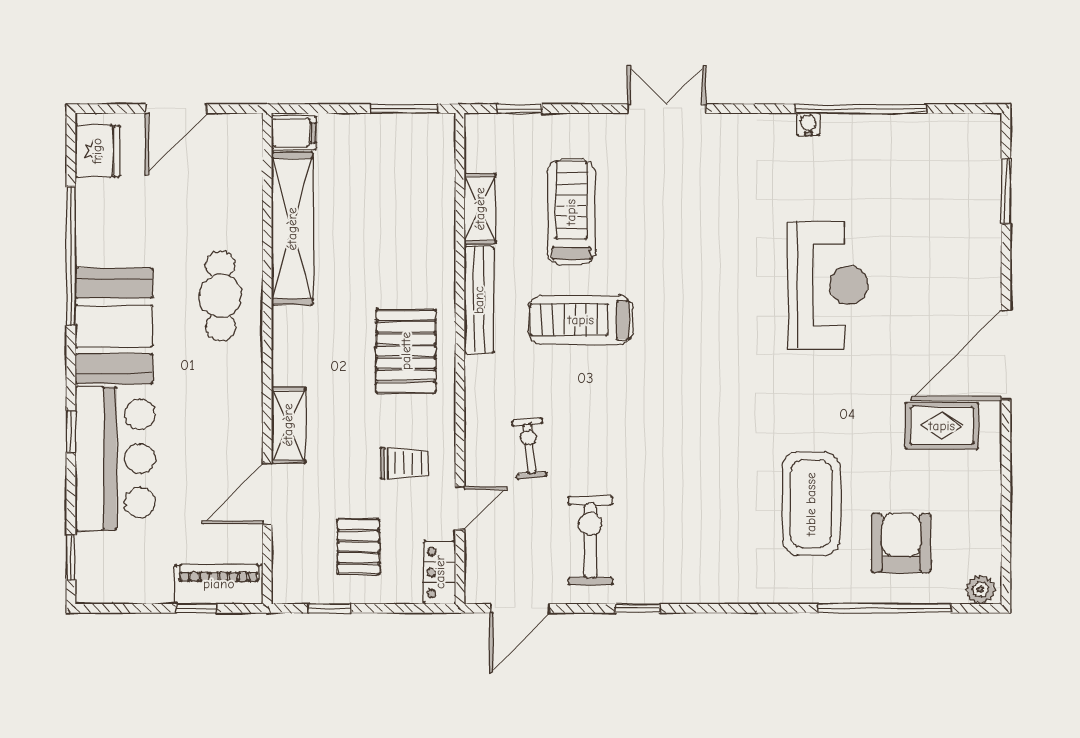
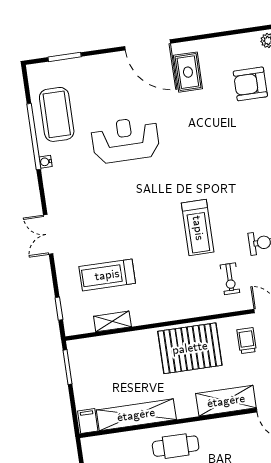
bench: (479, 300) -> (159, 315), removed
treadmill: (581, 320) -> (198, 228), moved
pallet: (406, 351) -> (190, 348), width x1.37, depth x1.41
shelving: (288, 425) -> (226, 401), width x1.50, depth x1.33
exercise bike: (529, 448) -> (230, 279), turned -85
coffee table: (811, 504) -> (57, 114), moved, turned 90

